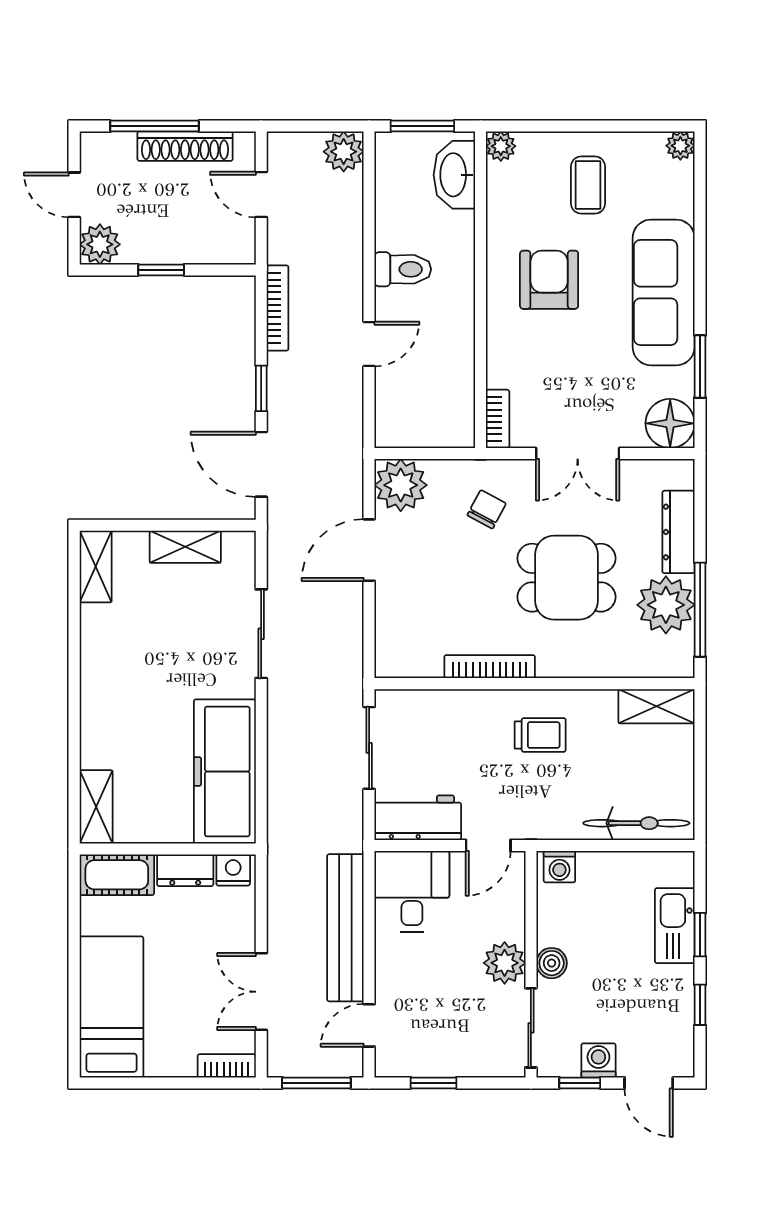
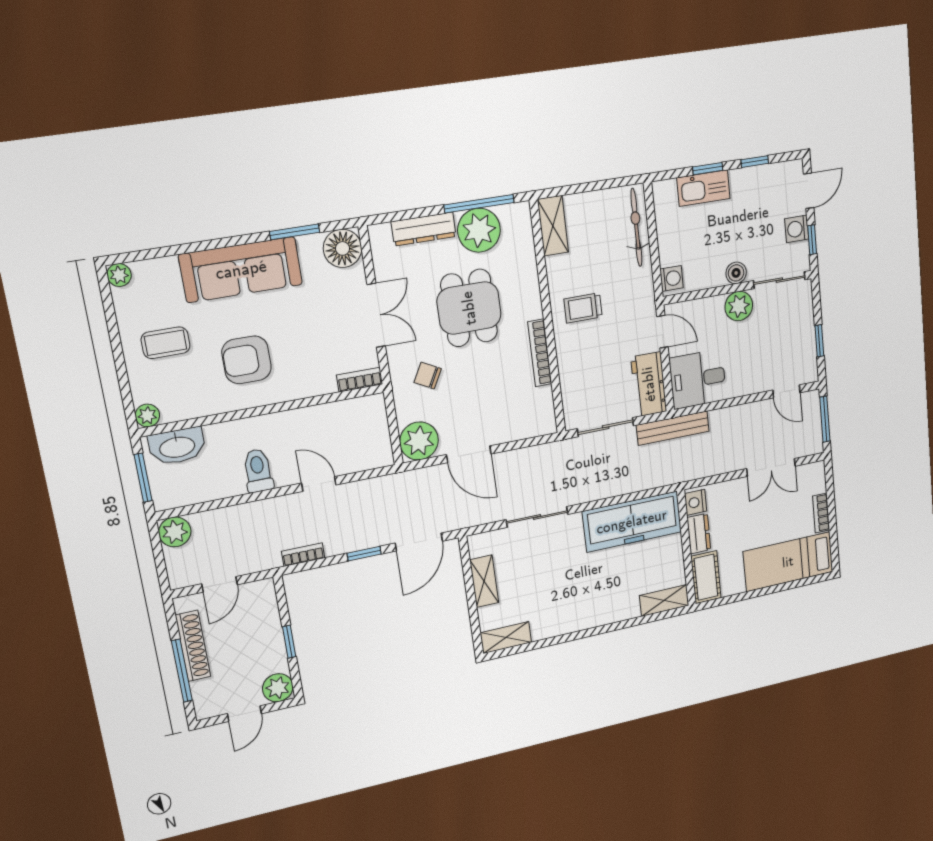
bookcase: (277, 308) -> (303, 555), width x0.64
trolley: (540, 735) -> (583, 308), turned -90
bench: (345, 928) -> (673, 428), moved, width x0.73, depth x0.82
bookcase: (227, 1066) -> (821, 513), moved

